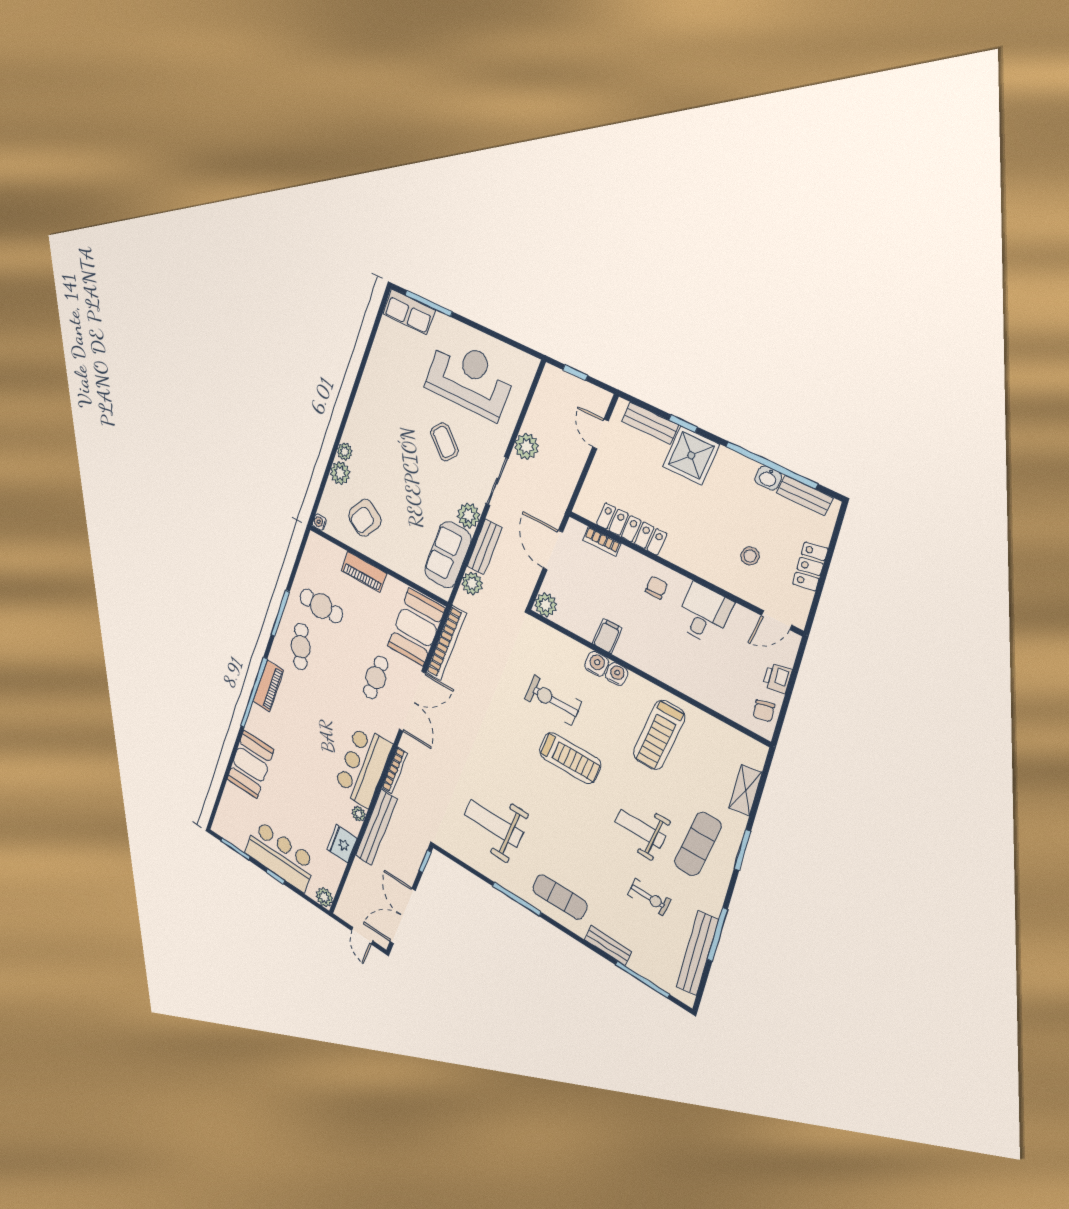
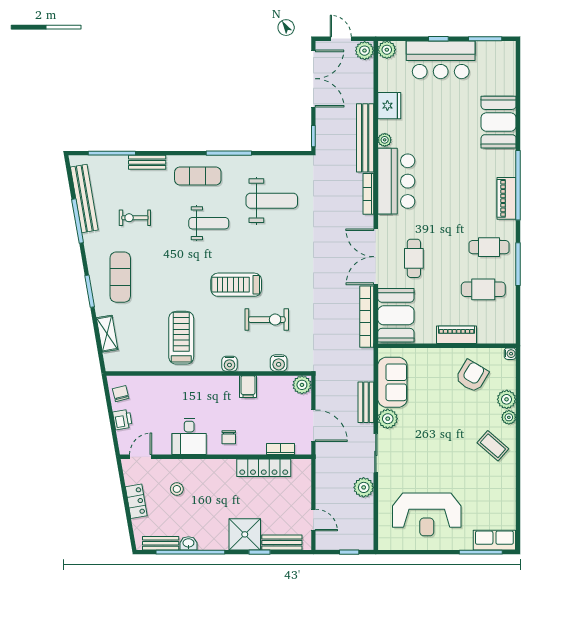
coffee table: (444, 442) -> (493, 446), moved
plant: (472, 583) -> (365, 51), moved
cafe table: (301, 647) -> (489, 247), turned -71
water cooler: (597, 664) -> (279, 363), moved
weight bench: (640, 829) -> (209, 223), moved

